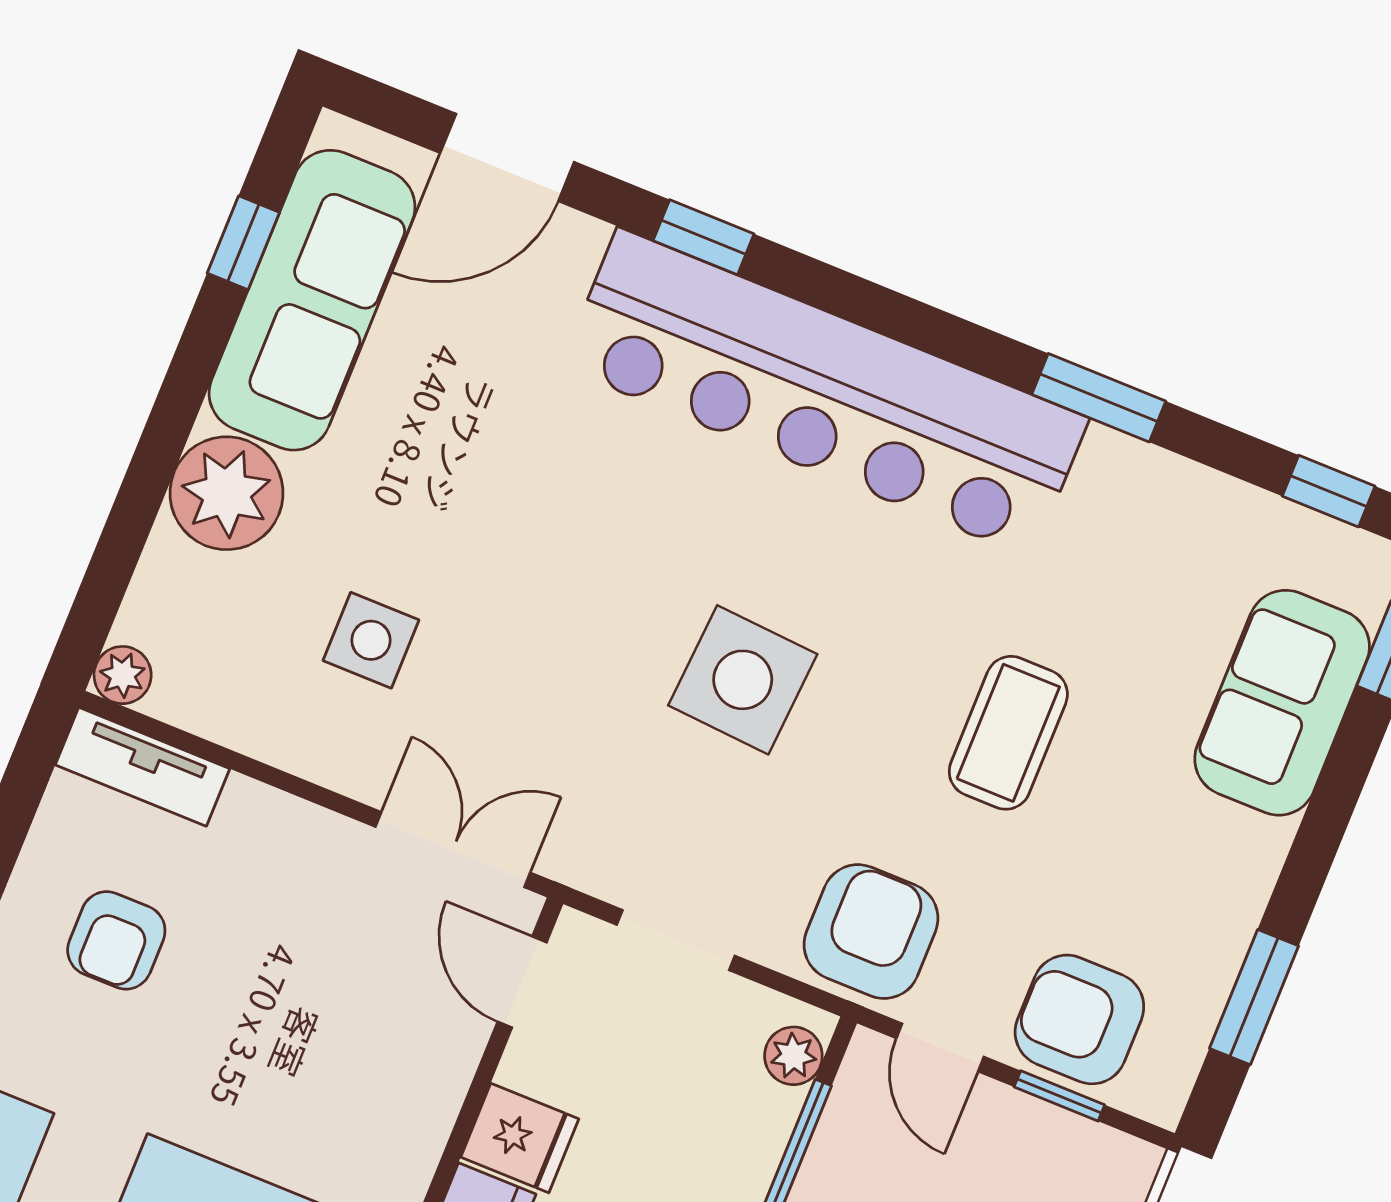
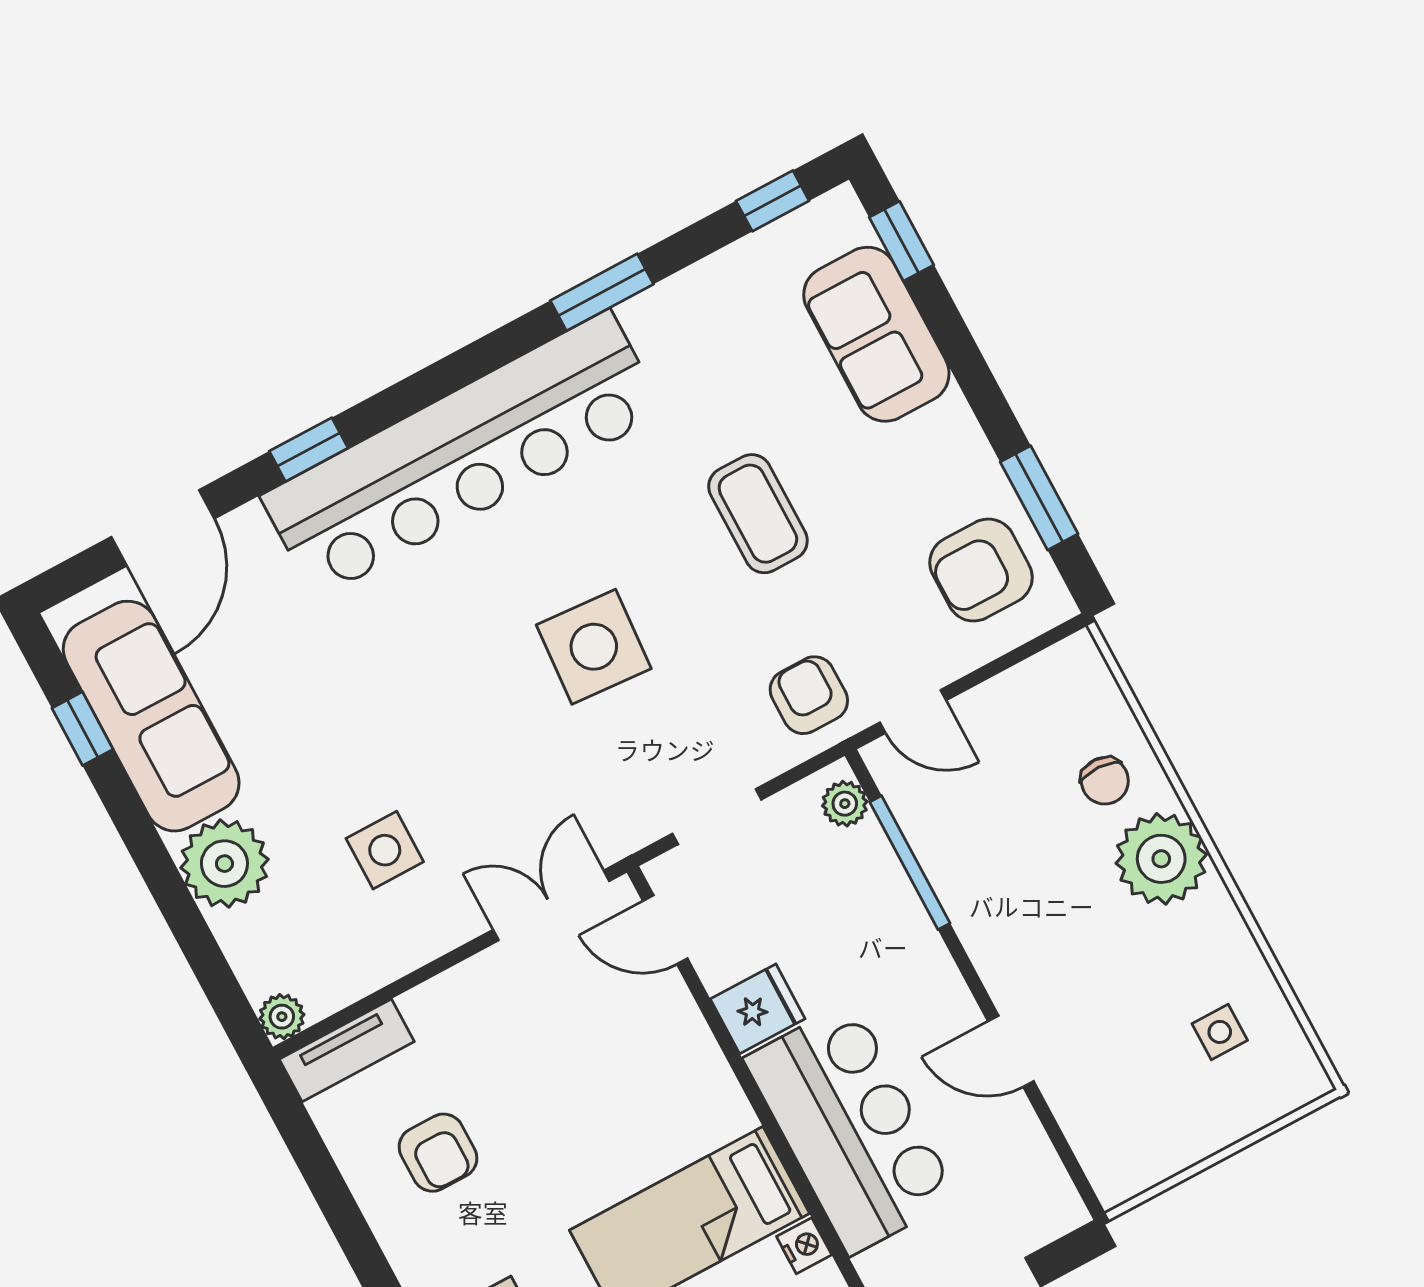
armchair: (871, 932) -> (809, 695), width x0.72, depth x0.72
armchair: (1079, 1019) -> (981, 570), moved
window: (1059, 1096) -> (1001, 664), removed

